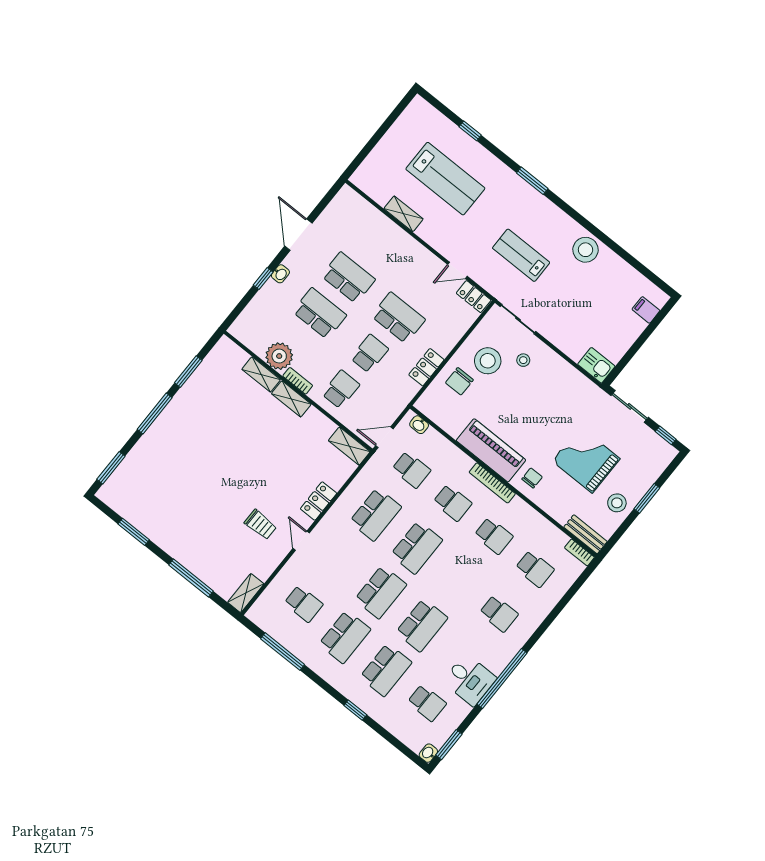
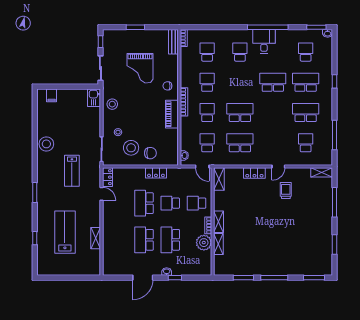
piano: (491, 450) -> (172, 114), width x0.73, depth x0.75
stool: (617, 503) -> (112, 104), moved
school desk: (381, 592) -> (273, 113), removed
desk: (469, 680) -> (264, 41), moved

